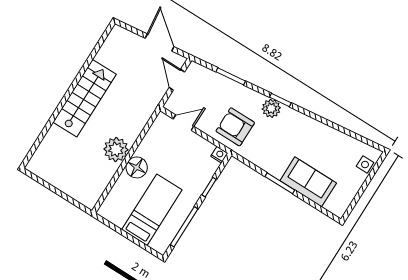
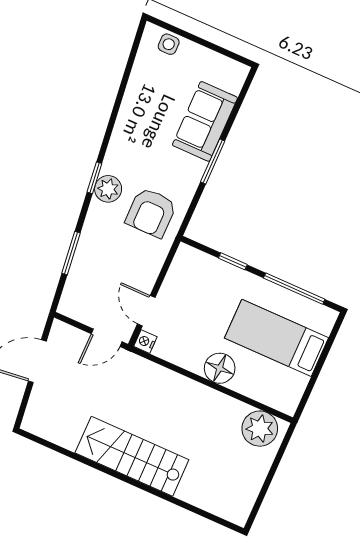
door: (177, 80) -> (107, 338), moved
armchair: (235, 127) -> (151, 212), moved
plant: (116, 149) -> (260, 429), moved
nightstand: (219, 155) -> (145, 342), moved

